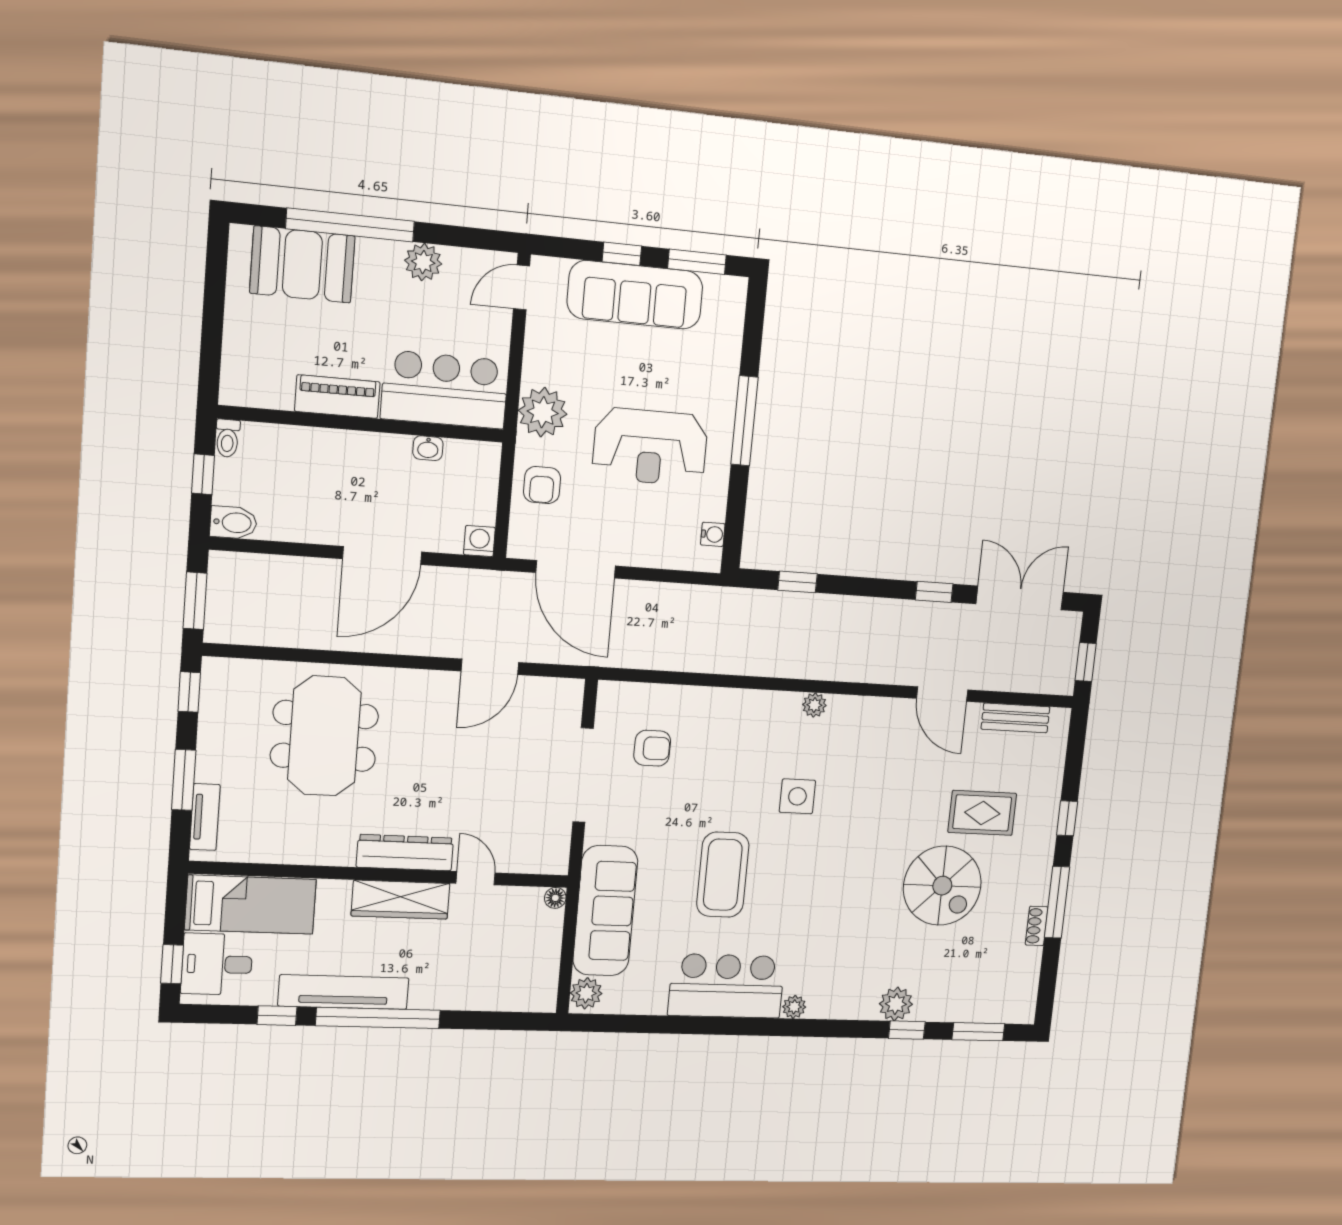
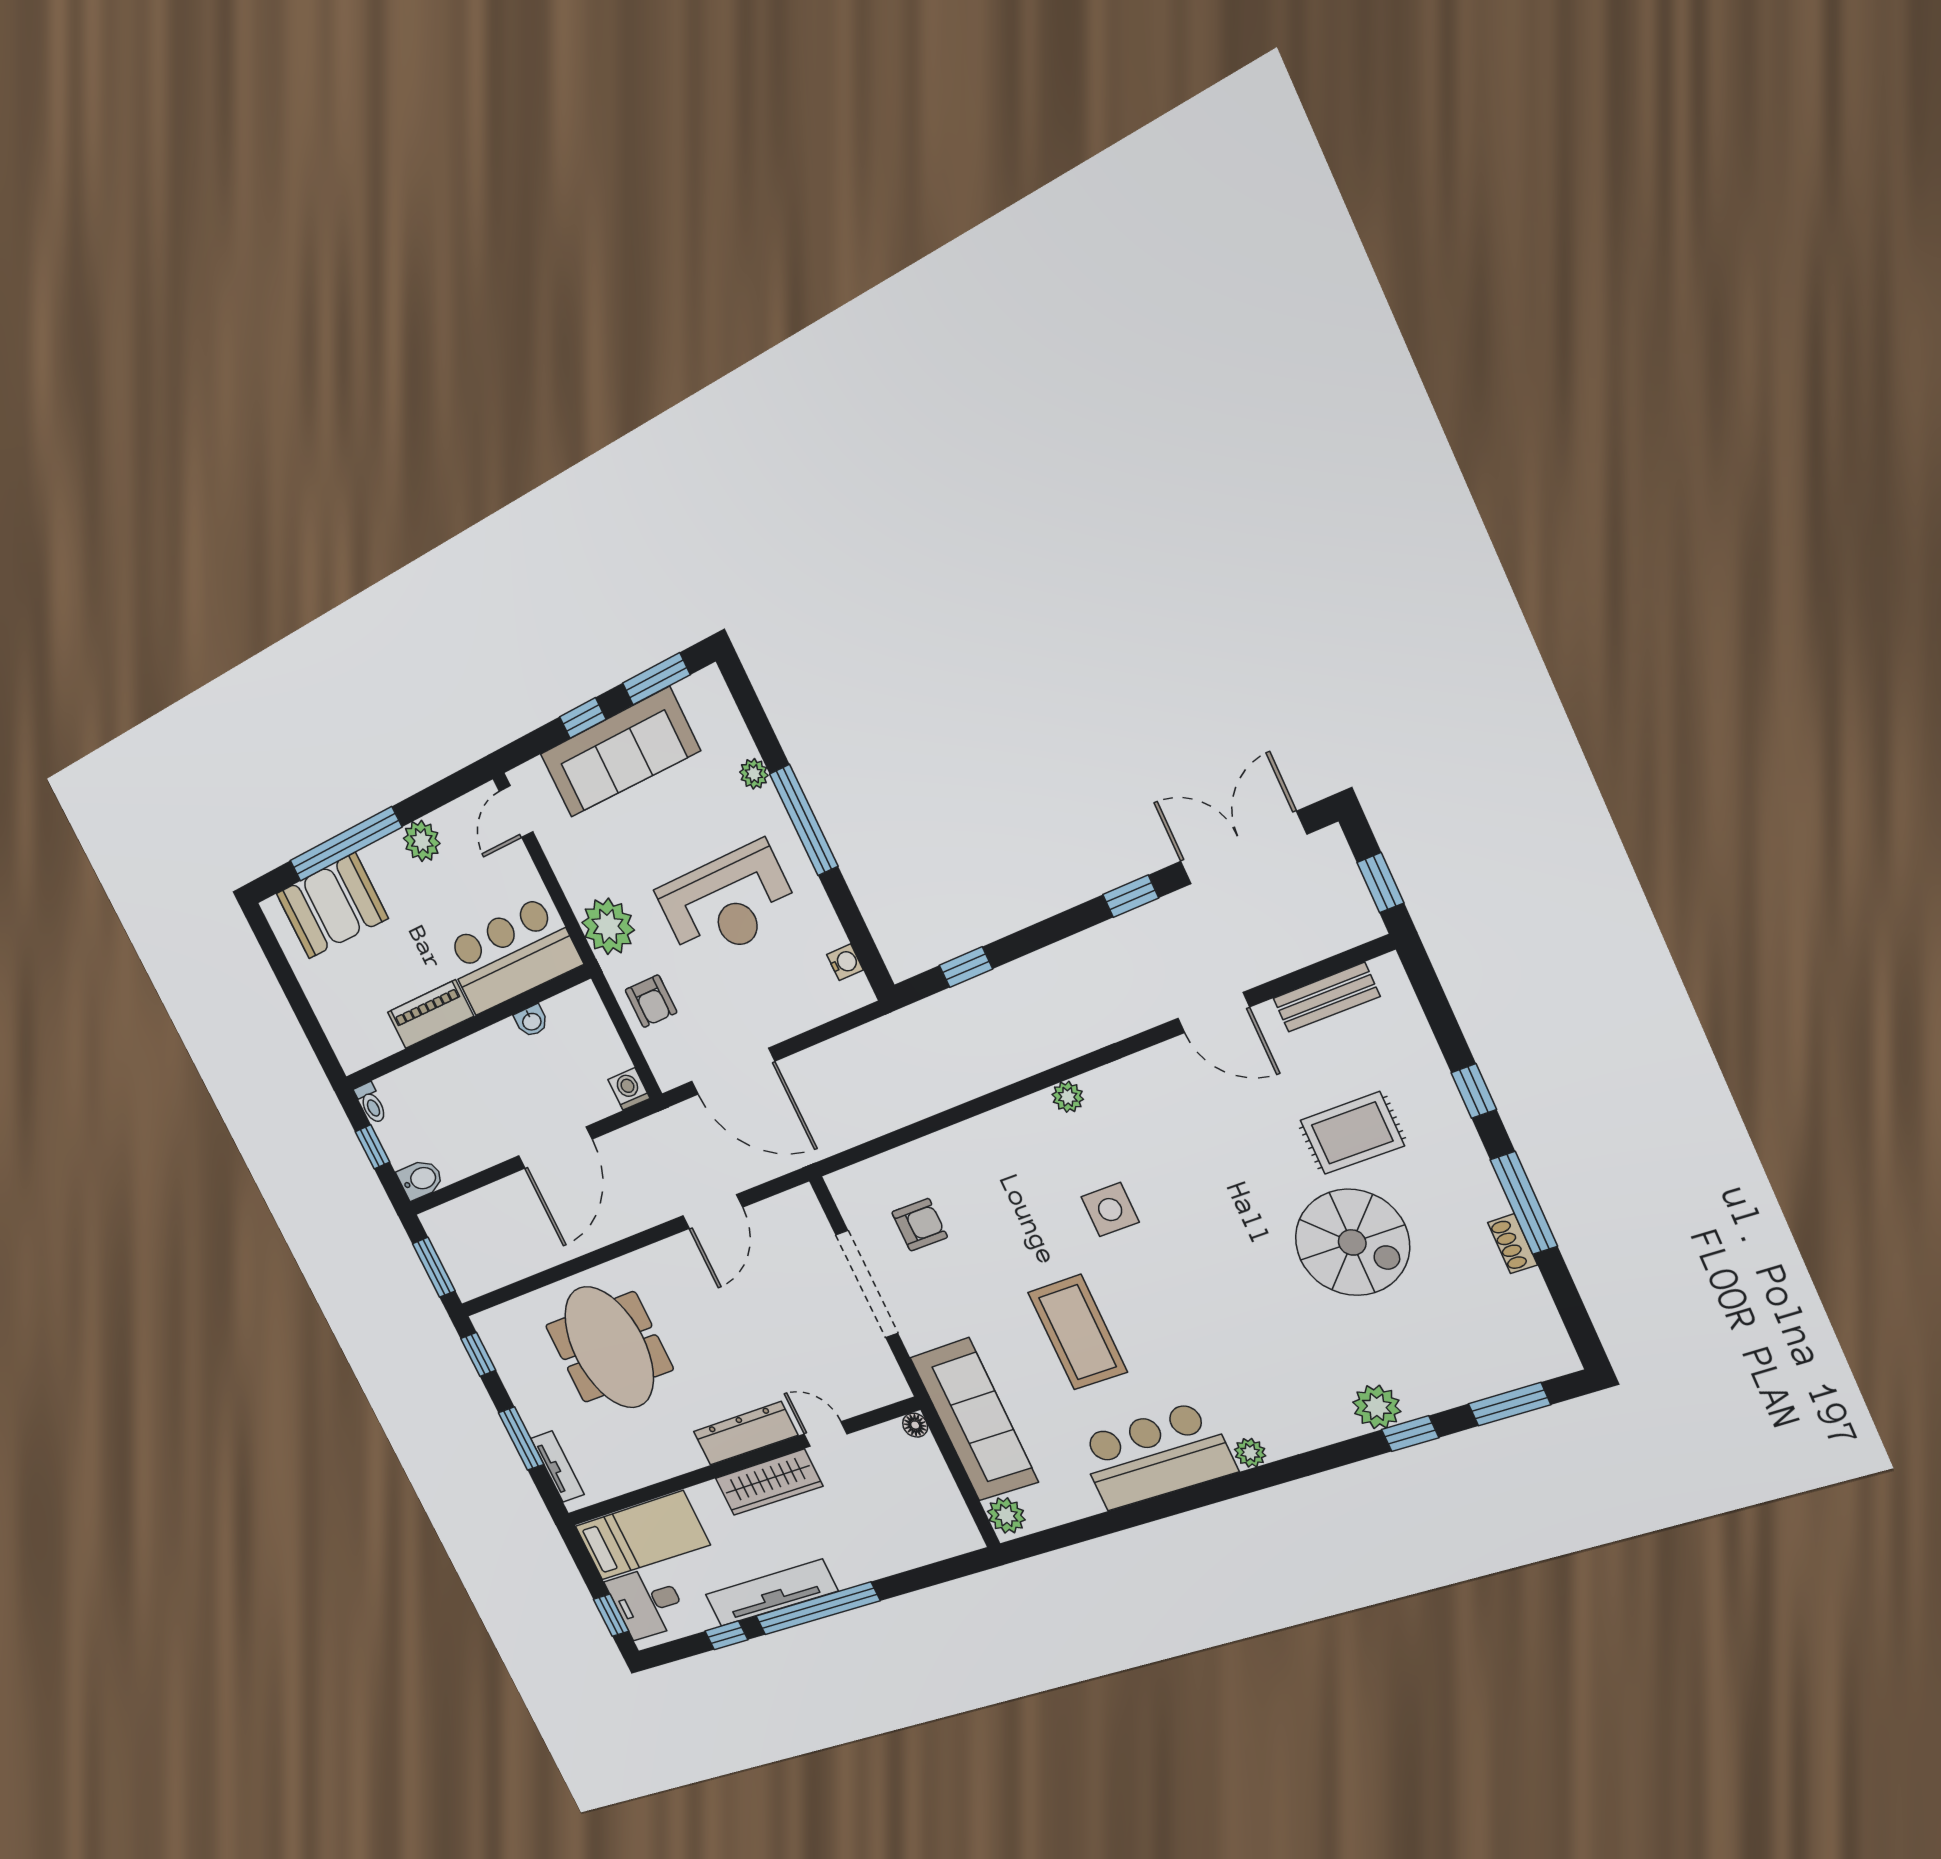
plant: (728, 369) -> (754, 774), added

